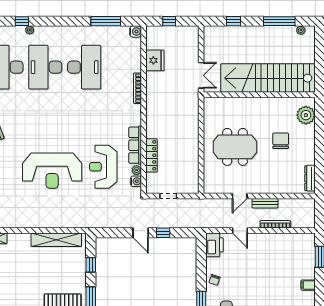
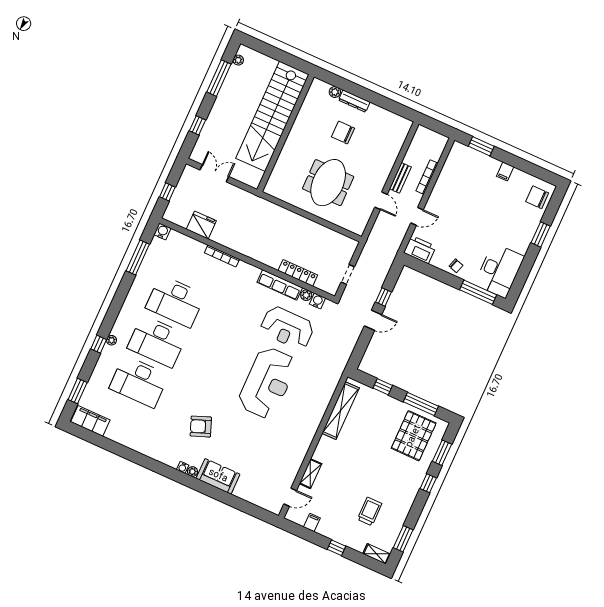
desk: (84, 67) -> (175, 301), turned 180
double door: (201, 75) -> (214, 173), moved
plant: (306, 115) -> (335, 92), width x0.53, depth x0.53
dresser: (310, 178) -> (354, 101), moved

